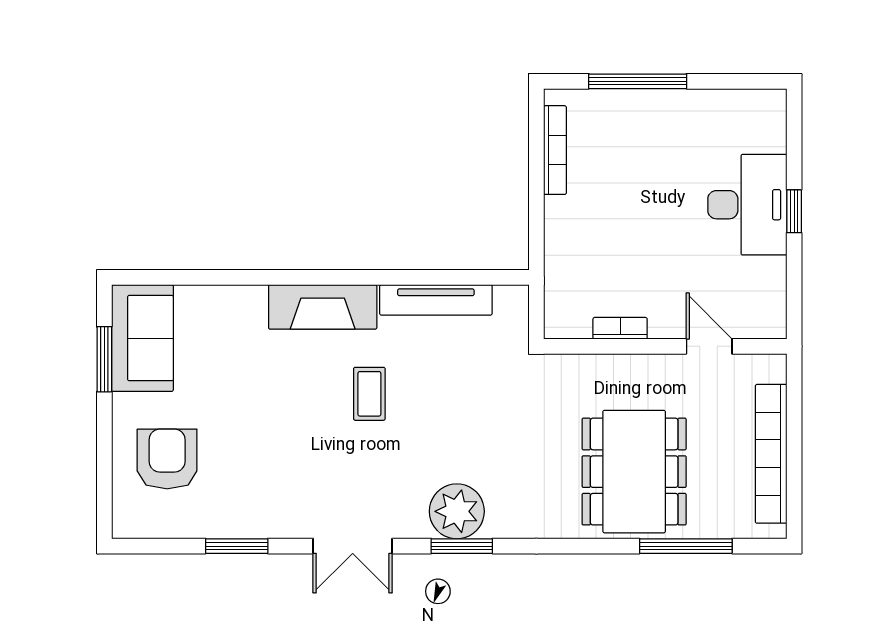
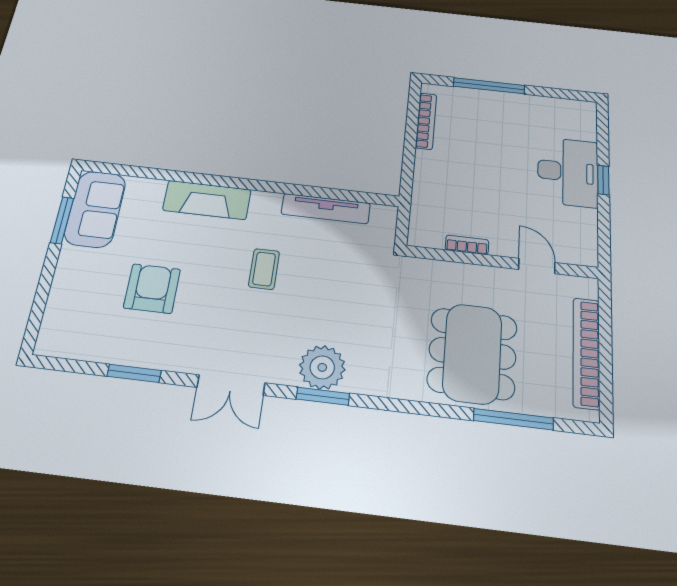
fireplace: (323, 307) -> (207, 200), moved
armchair: (167, 459) -> (152, 289), moved

